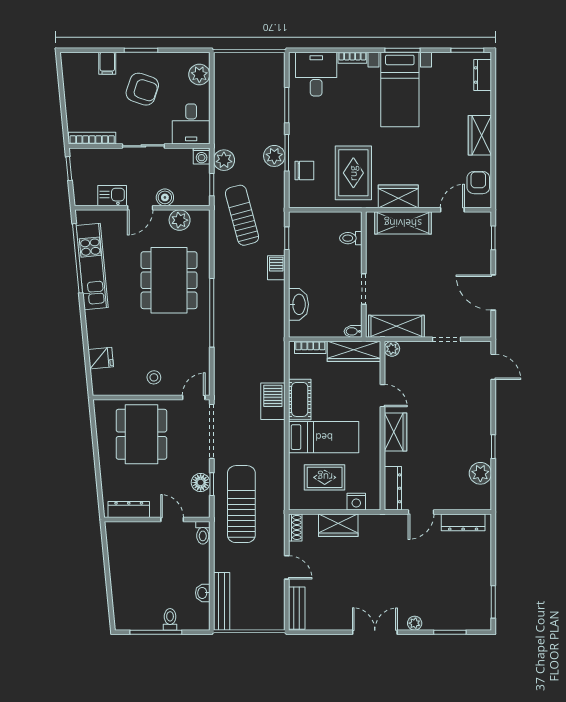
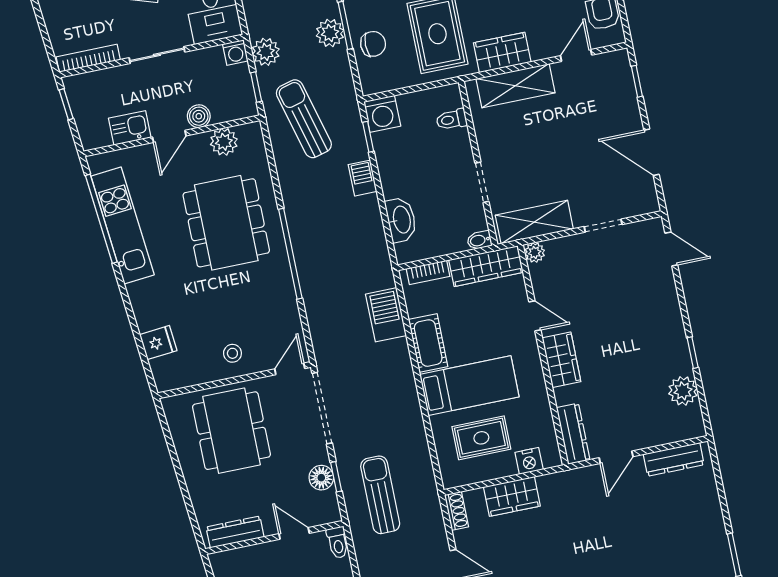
washing machine: (300, 223) -> (382, 114), added
barbecue: (273, 401) -> (386, 315), moved
sun lounger: (241, 504) -> (380, 495), width x0.73, depth x0.75

